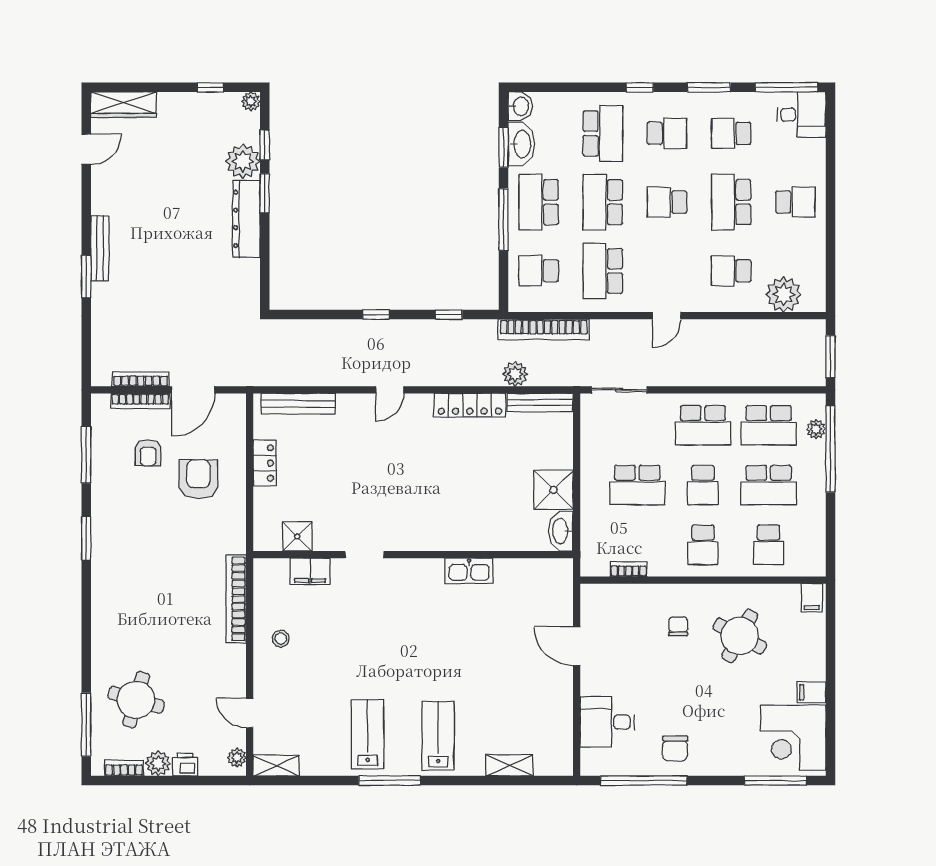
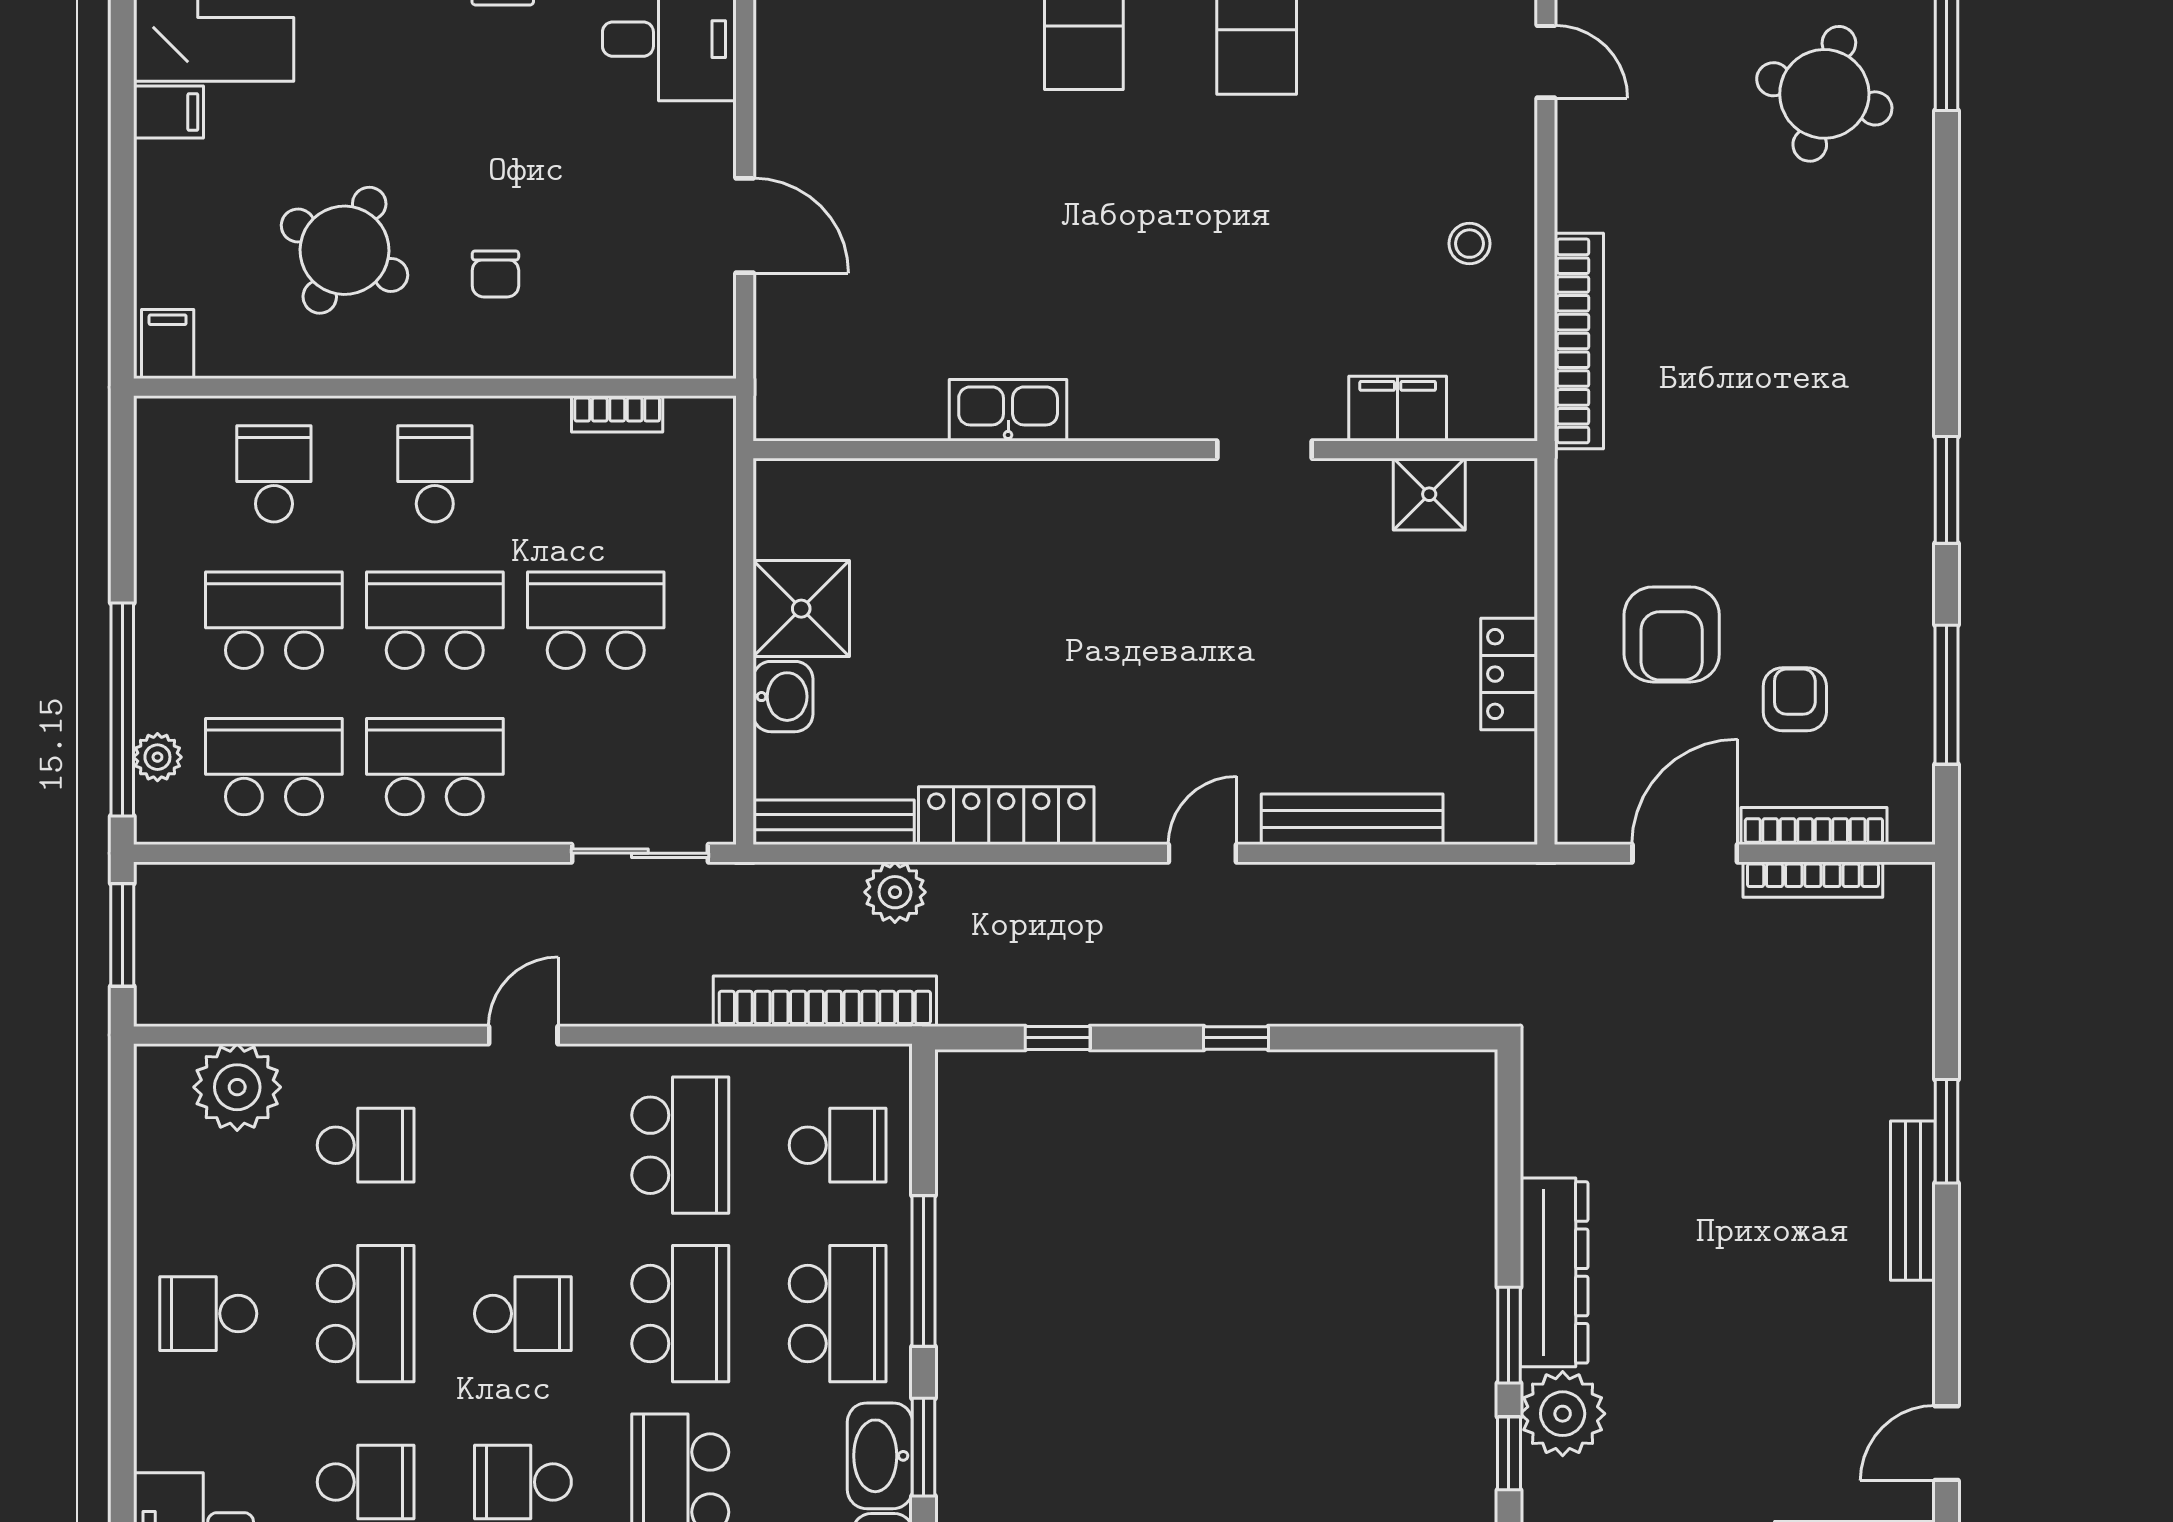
bench: (298, 404) -> (1352, 819), moved
school desk: (703, 485) -> (435, 620), width x1.85
washbasin: (561, 531) -> (783, 697), moved, width x0.72

